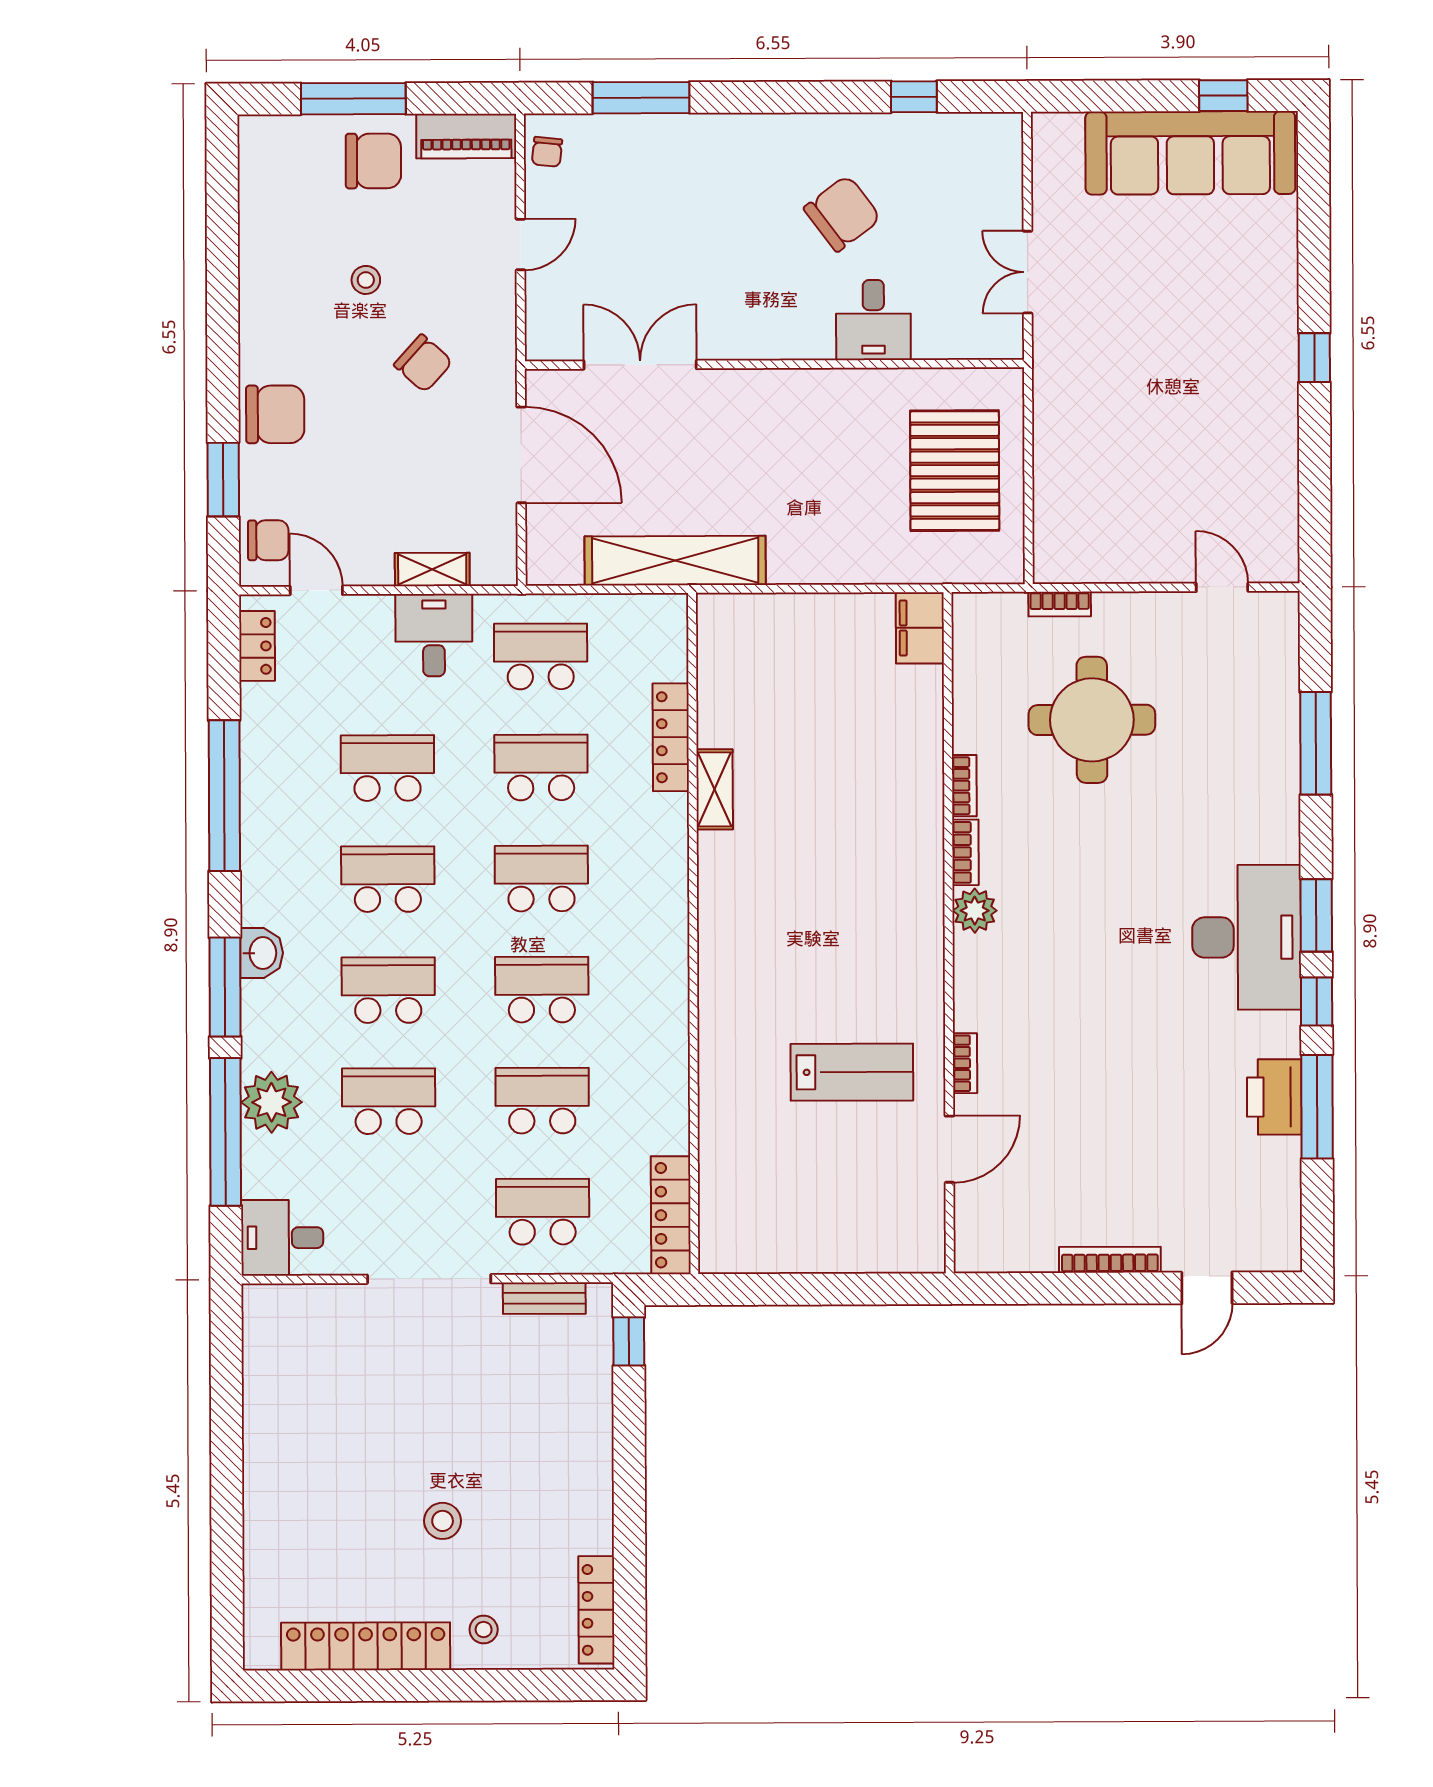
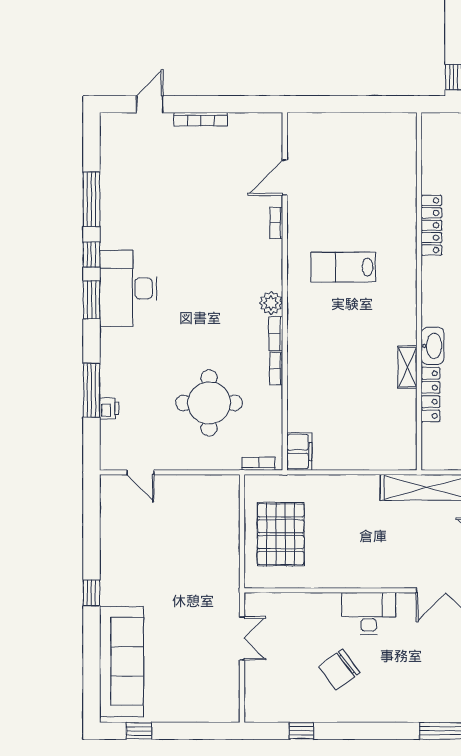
sofa: (1190, 153) -> (121, 661), moved, turned 90
desk: (873, 320) -> (369, 614), moved, width x1.37
bookcase: (1060, 604) -> (259, 464), moved
washbasin: (667, 830) -> (432, 346), added
lab bench: (852, 1072) -> (343, 267), moved
printer: (1274, 1097) -> (109, 408), moved, width x0.53, depth x0.68
locker: (671, 1215) -> (431, 225), moved

